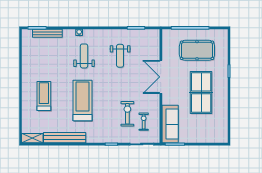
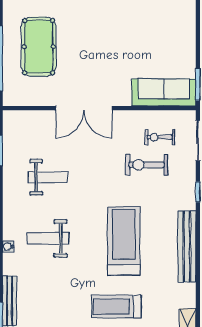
table tennis table: (201, 92) -> (110, 40), removed
treadmill: (83, 100) -> (124, 241), turned 90
bench: (65, 138) -> (187, 246), moved

